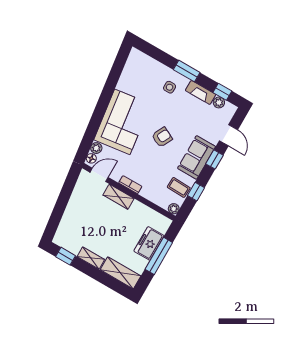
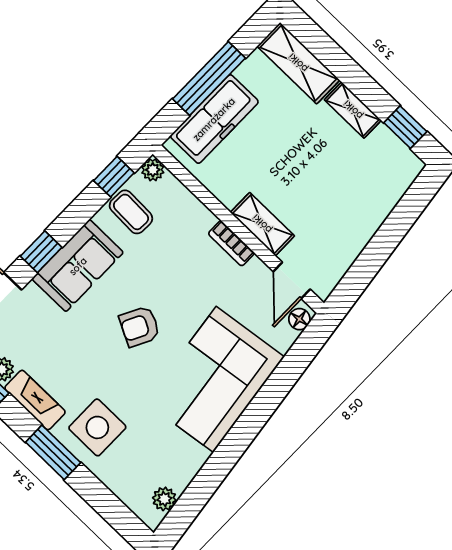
side table: (170, 87) -> (97, 427), width x1.87, depth x1.87
plant: (96, 148) -> (164, 499), moved
door: (99, 175) -> (292, 280), hinge flipped
window: (196, 192) -> (114, 177), moved
freezer: (149, 243) -> (214, 119), width x1.40

